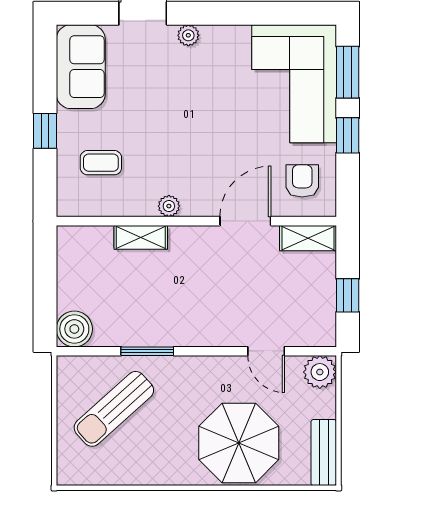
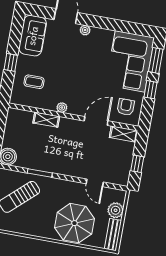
plant: (320, 372) -> (116, 210), moved

